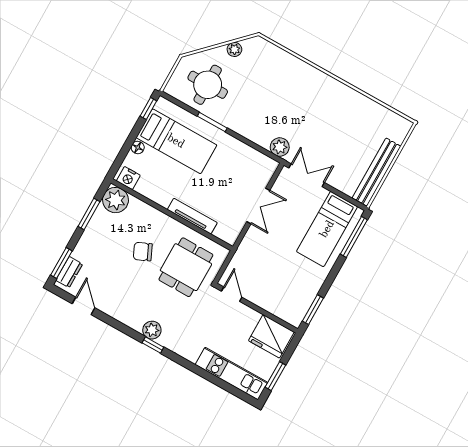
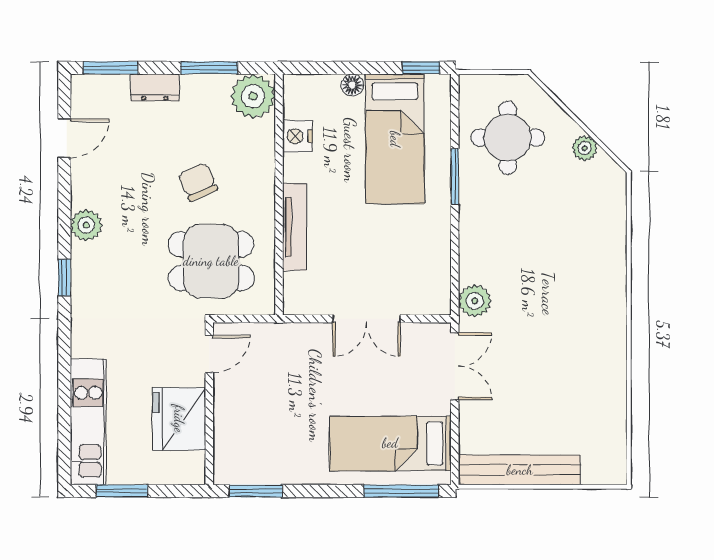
nightstand: (128, 178) -> (297, 136), moved
dresser: (69, 272) -> (155, 88), moved
plant: (152, 330) -> (86, 225), moved
fridge: (271, 336) -> (179, 419), moved

